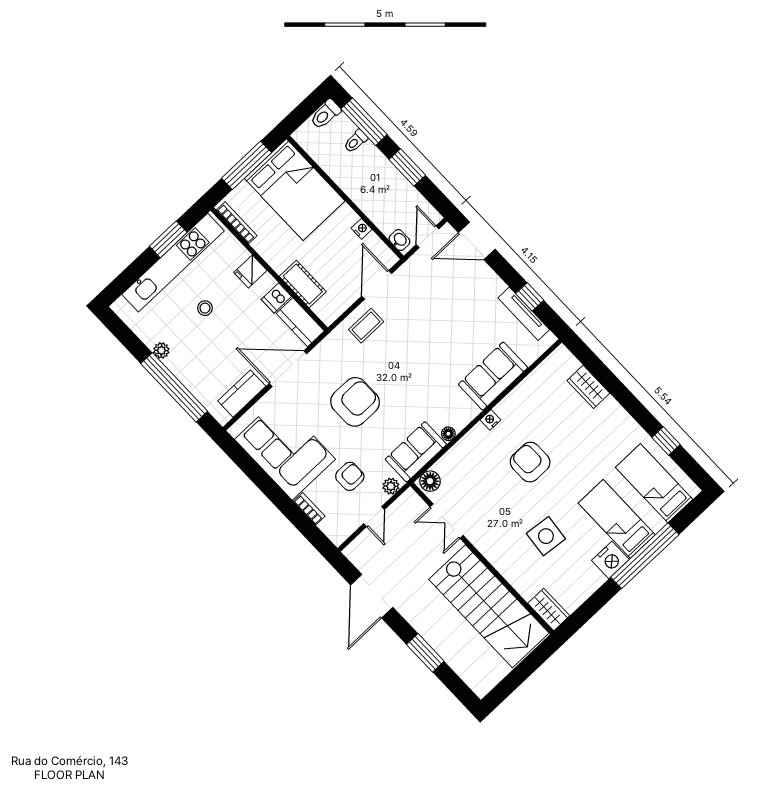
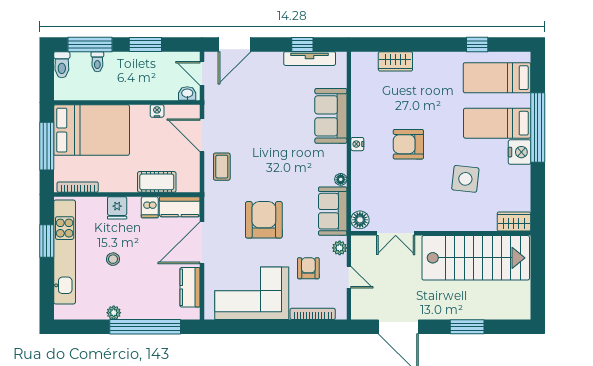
bookcase: (309, 509) -> (313, 314), width x1.56

